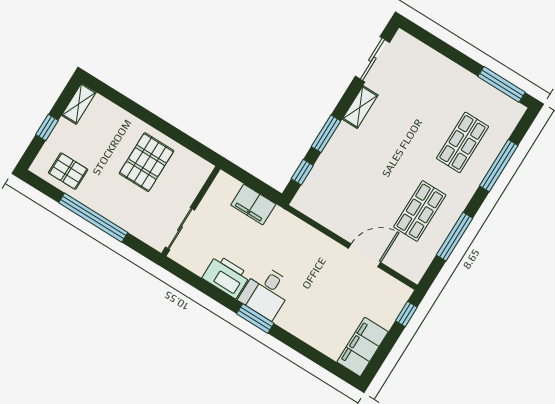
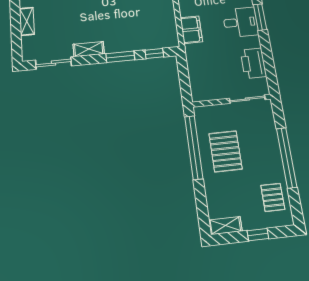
shelving: (442, 65) -> (27, 21), added
window: (175, 134) -> (194, 147), added
pallet: (146, 162) -> (225, 151), turned 90
filing cabinet: (253, 205) -> (191, 30), moved
printer: (226, 276) -> (253, 63), moved

